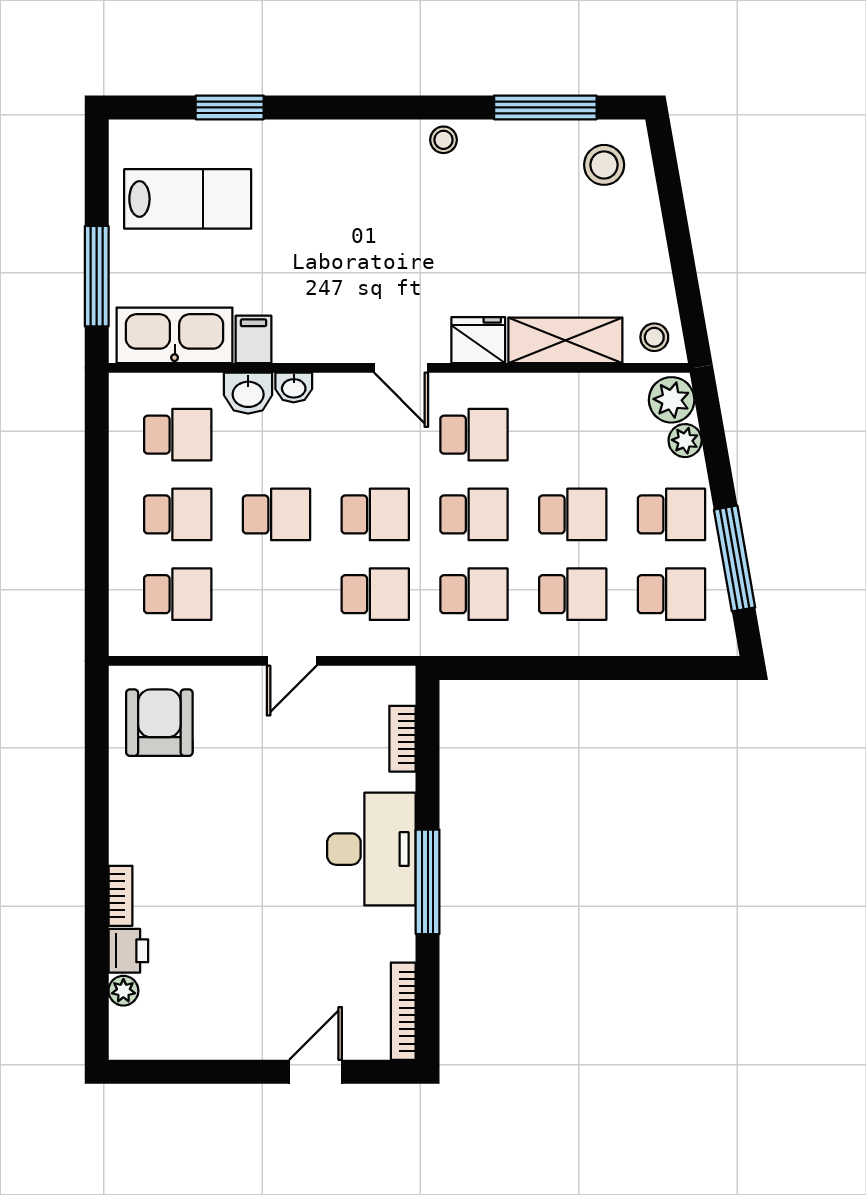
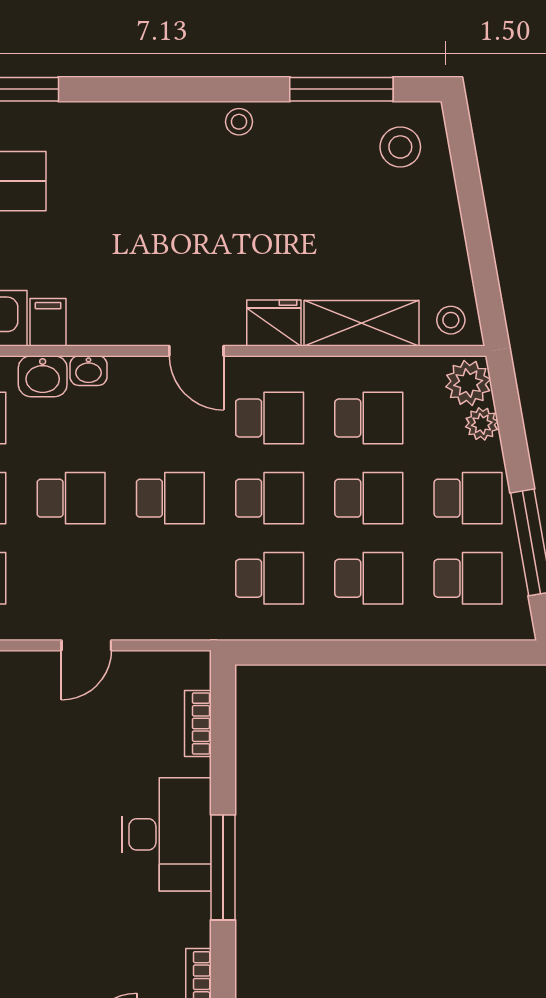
school desk: (375, 594) -> (369, 418), moved

